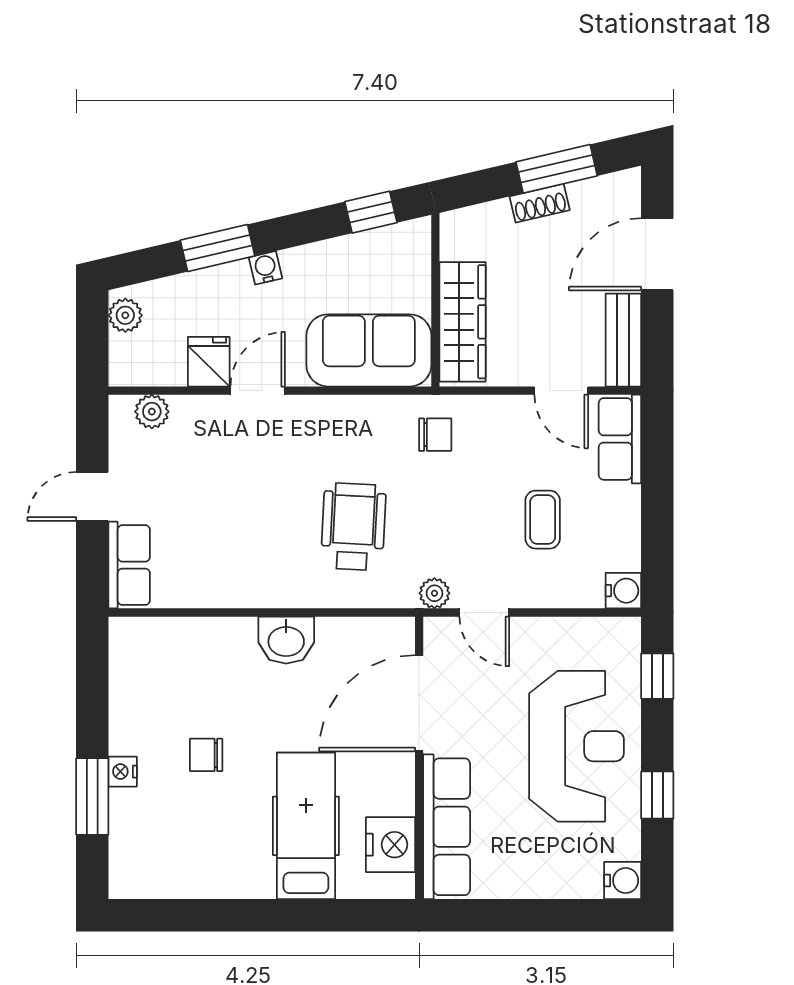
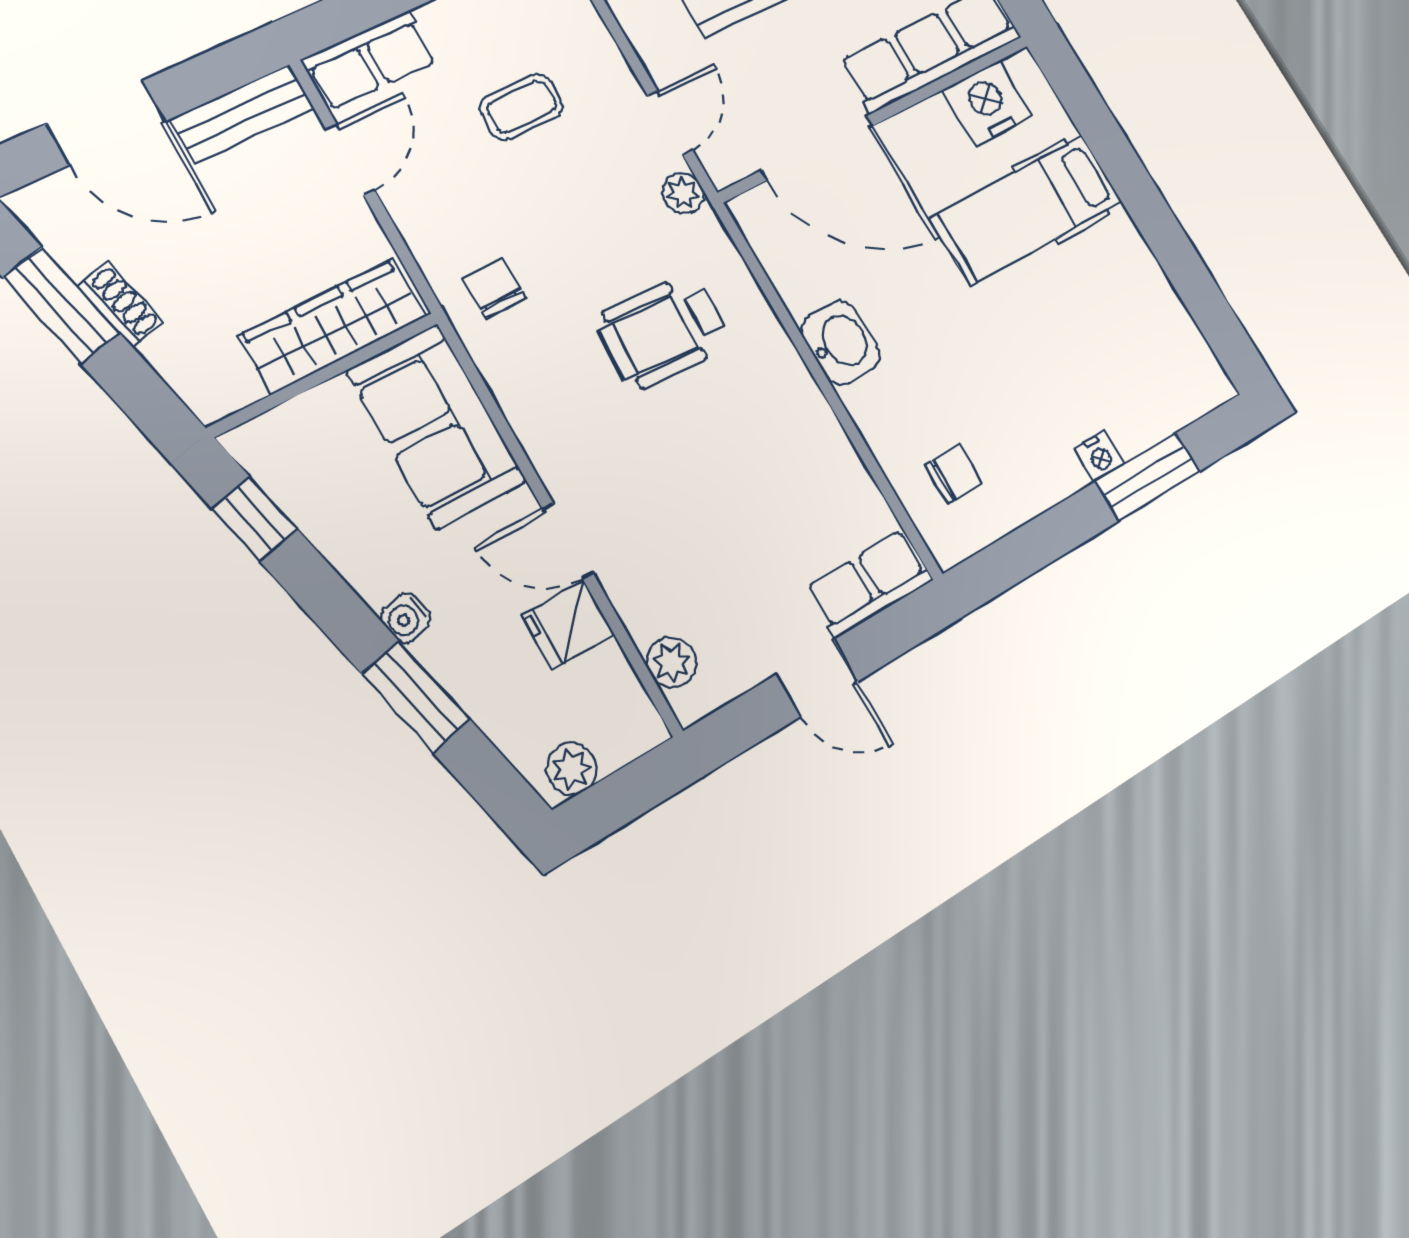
chair: (206, 755) -> (954, 474), moved, turned -90

